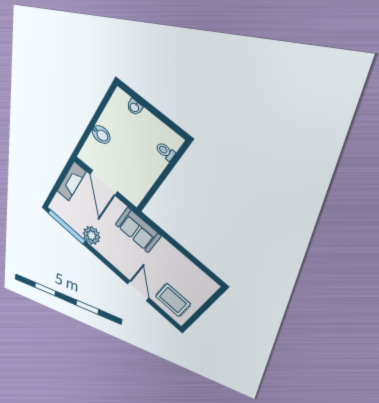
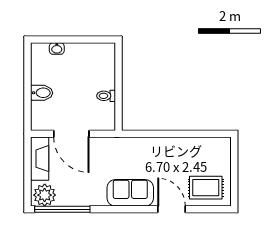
toilet: (165, 151) -> (106, 96), moved
sofa: (138, 230) -> (130, 193), moved, turned 180
plant: (92, 235) -> (45, 195), moved

